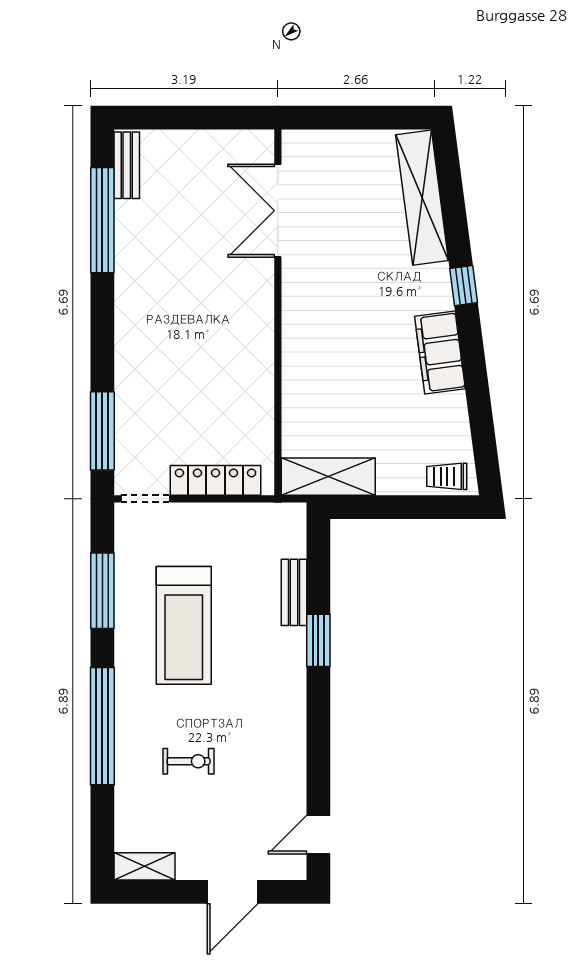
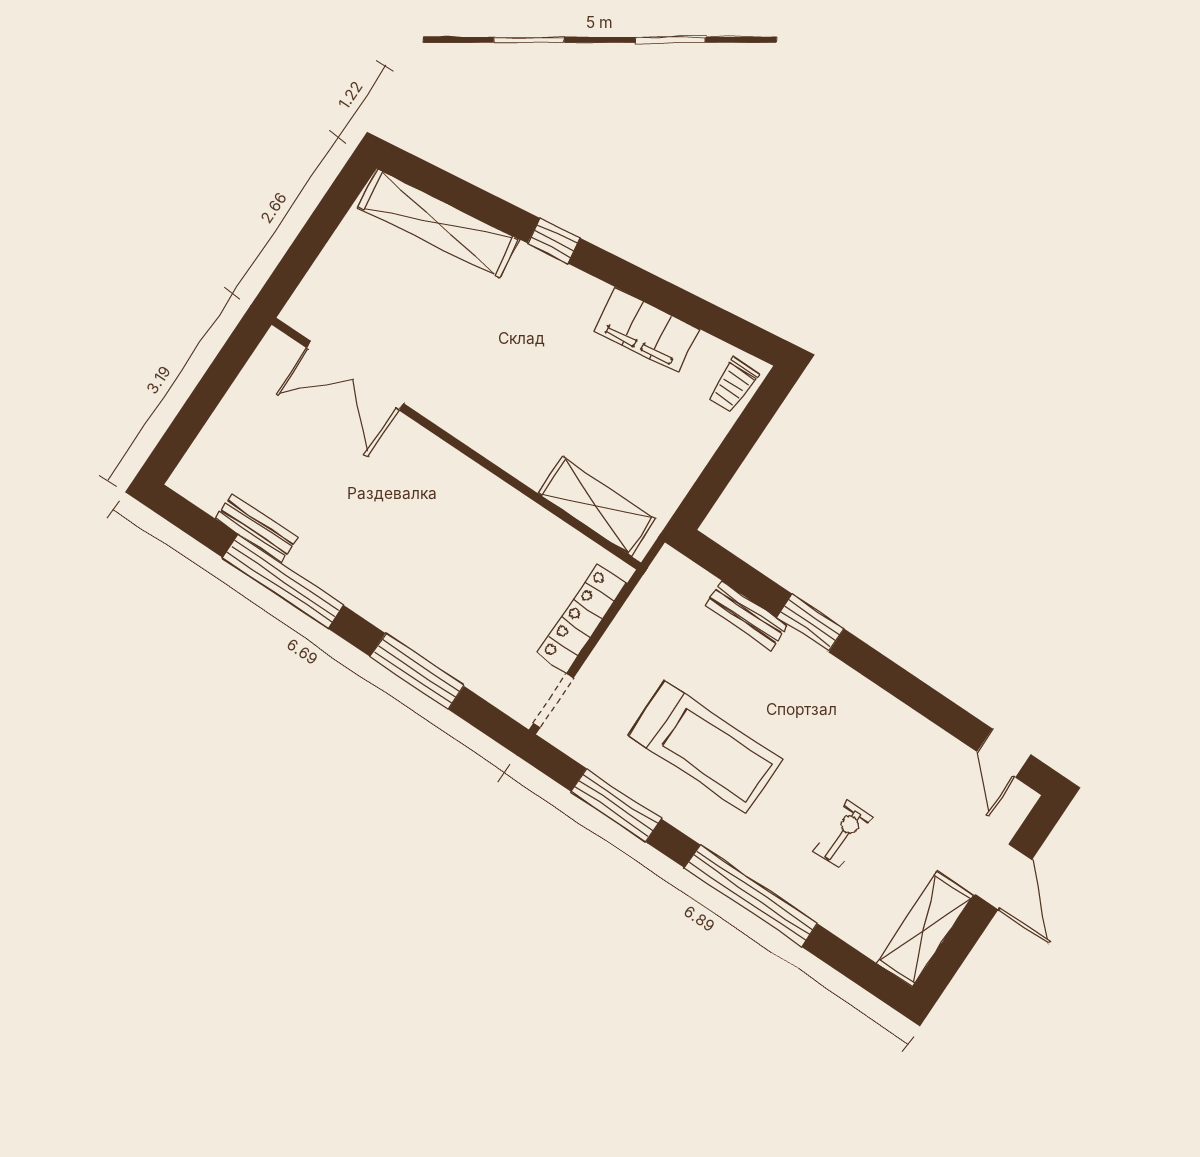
bench: (127, 165) -> (257, 528), moved
window: (102, 220) -> (283, 581), moved
filing cabinet: (440, 352) -> (646, 330), moved
window: (102, 431) -> (417, 671), moved
shelving: (328, 477) -> (597, 506), moved, turned 90
shelving: (145, 866) -> (925, 929), width x1.50, depth x1.33

